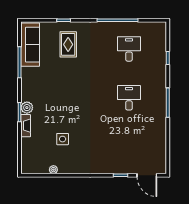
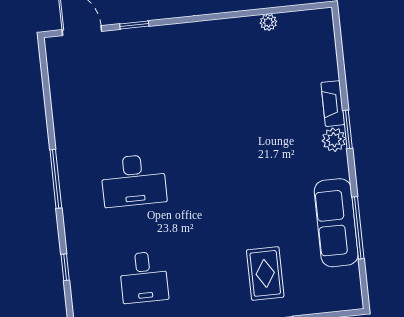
sofa: (30, 45) -> (336, 223), moved
desk: (129, 98) -> (134, 180), width x1.37
side table: (63, 139) -> (257, 85), removed

